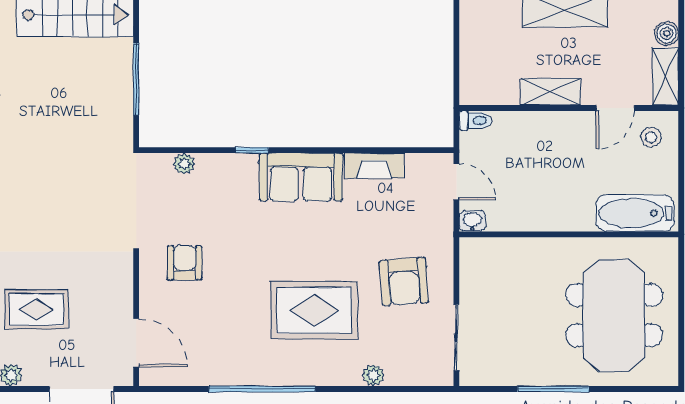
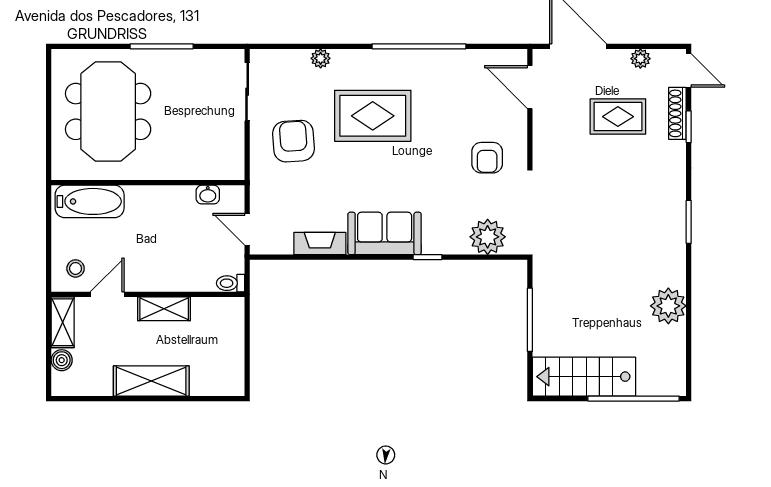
plant: (184, 164) -> (488, 237), width x1.88, depth x1.88
washbasin: (472, 221) -> (208, 195), moved

